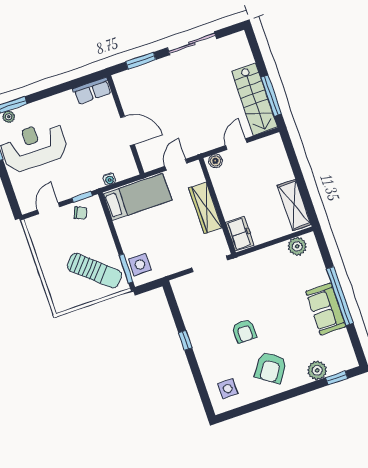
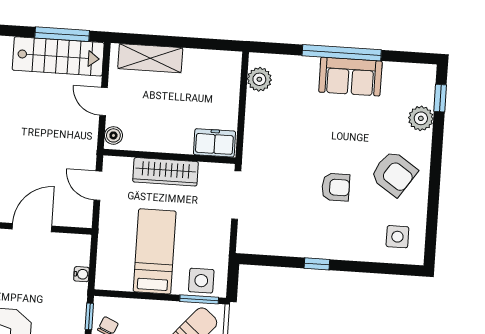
bed: (137, 197) -> (155, 251), moved
shelving: (294, 205) -> (150, 58), moved

